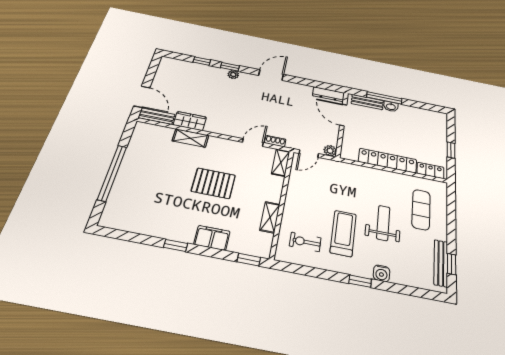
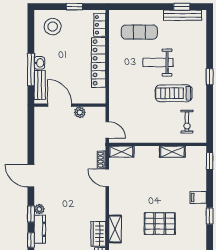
dresser: (328, 94) -> (40, 229), moved
door: (343, 115) -> (60, 105), swing flipped
stool: (429, 126) -> (53, 27), added
plant: (330, 151) -> (80, 112), moved
pallet: (213, 183) -> (160, 224), moved, turned 90
filing cabinet: (212, 238) -> (198, 197), width x0.50
water cooler: (382, 273) -> (200, 61), removed

